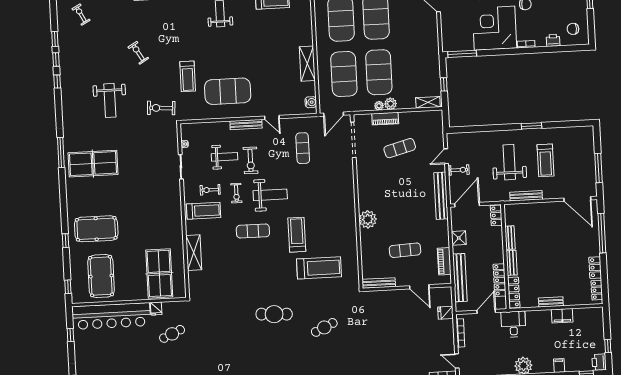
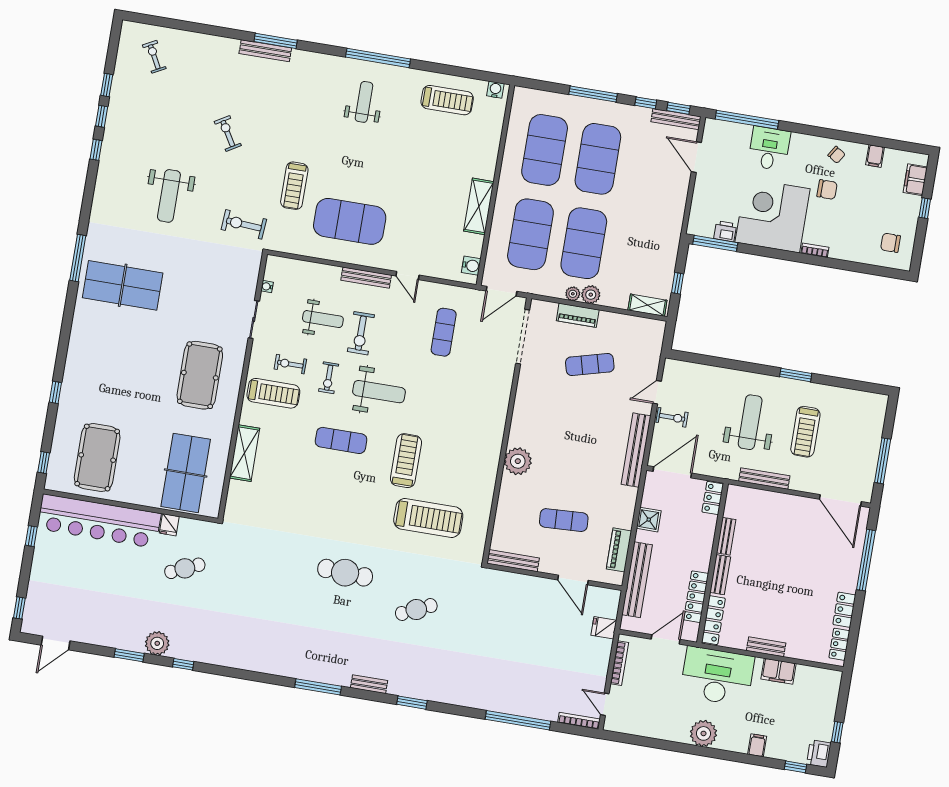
printer: (553, 40) -> (725, 231), moved
pool table: (96, 229) -> (200, 375), moved, turned 90
desk: (513, 324) -> (717, 676), width x1.87, depth x1.30

